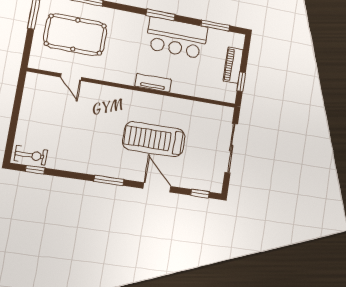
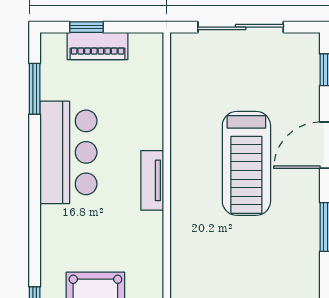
window: (161, 15) -> (35, 186), removed
window: (241, 82) -> (87, 27), moved

